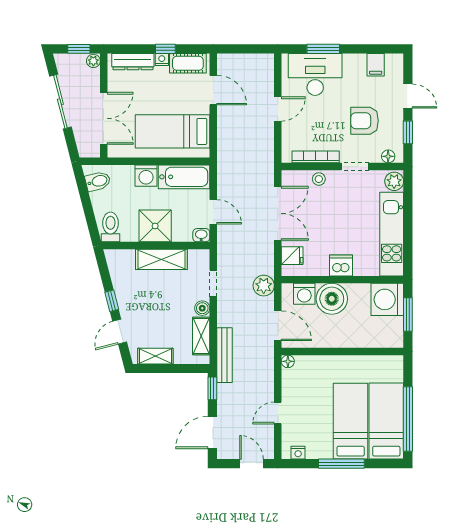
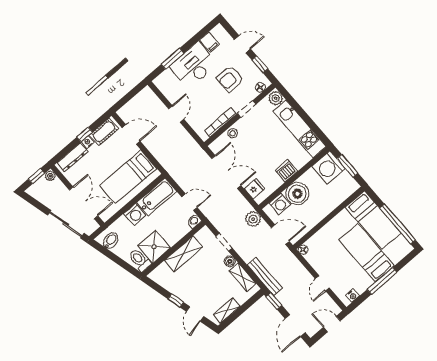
desk: (315, 74) -> (194, 65), moved
sliding door: (60, 102) -> (66, 224), moved
shower: (155, 226) -> (154, 247), moved
bed: (386, 421) -> (373, 220), moved, turned 180

